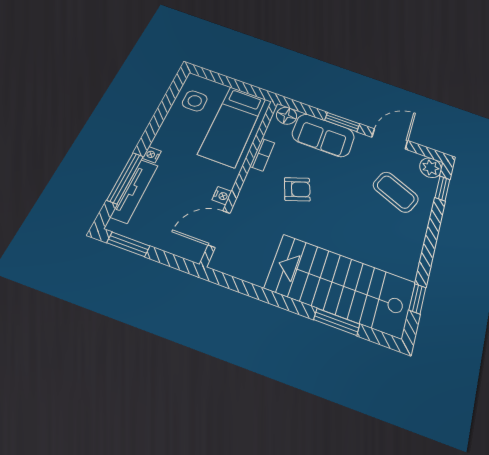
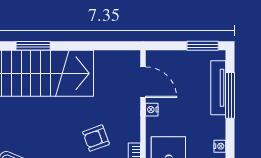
nightstand: (152, 155) -> (220, 146), moved
door: (219, 229) -> (143, 82), hinge flipped

